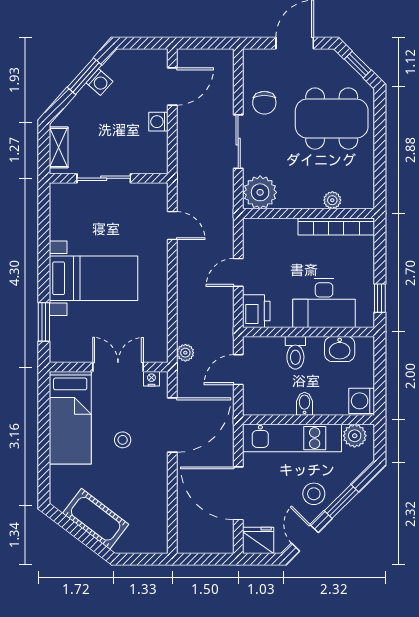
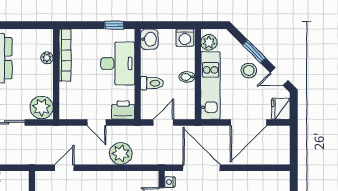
washbasin: (340, 349) -> (149, 39), moved
plant: (185, 353) -> (121, 154), moved, width x1.87, depth x1.87
door: (238, 370) -> (163, 122), swing flipped

